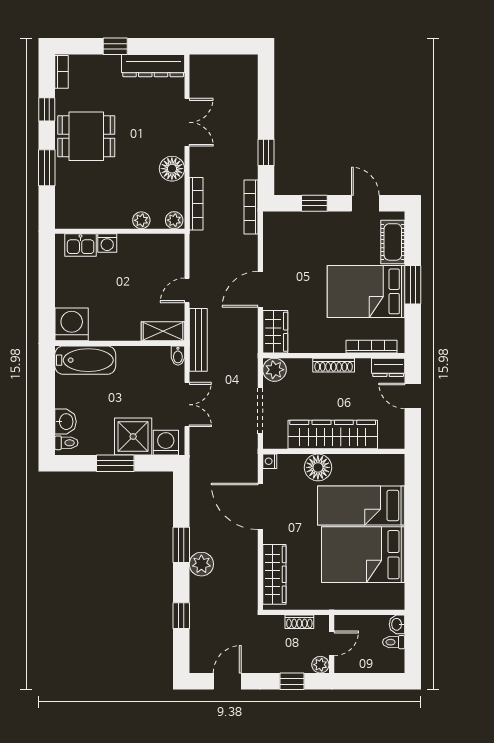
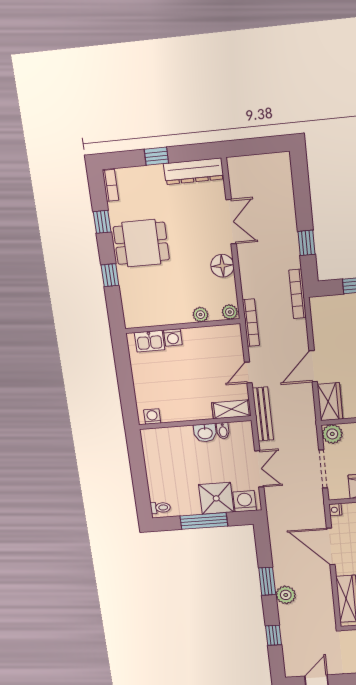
window: (47, 168) -> (110, 275), width x0.67
bookcase: (196, 204) -> (251, 323), moved
washing machine: (72, 324) -> (152, 417), width x0.53, depth x0.53
bidet: (178, 356) -> (223, 431), moved
bathtub: (85, 360) -> (167, 439), removed
washbasin: (66, 422) -> (205, 433), moved, turned 90
window: (115, 463) -> (204, 521), width x1.44

